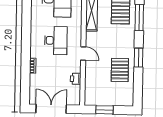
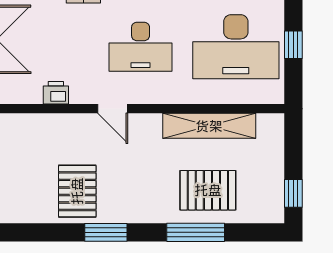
door: (83, 53) -> (113, 109), hinge flipped
pallet: (120, 70) -> (77, 191), turned 90

